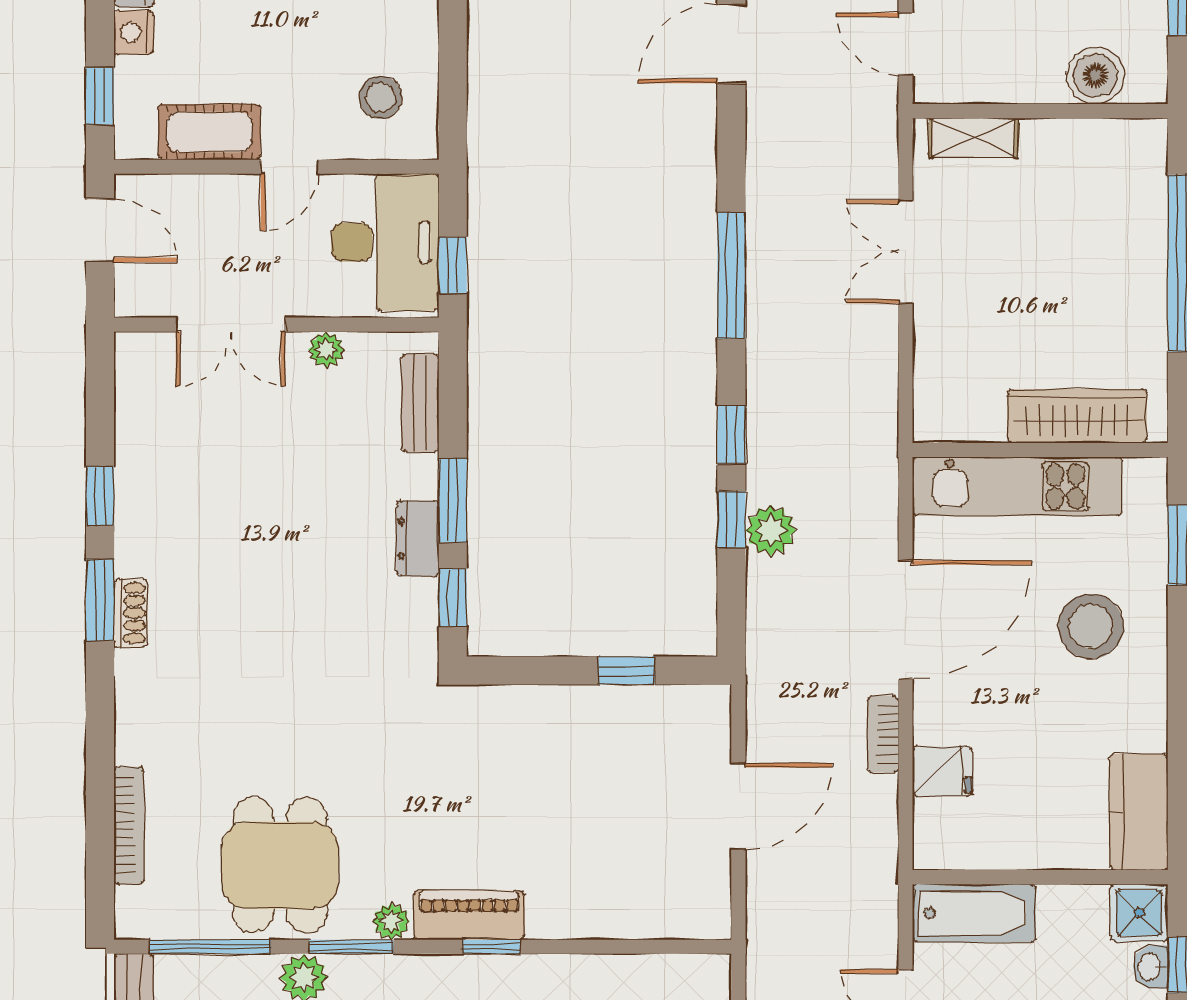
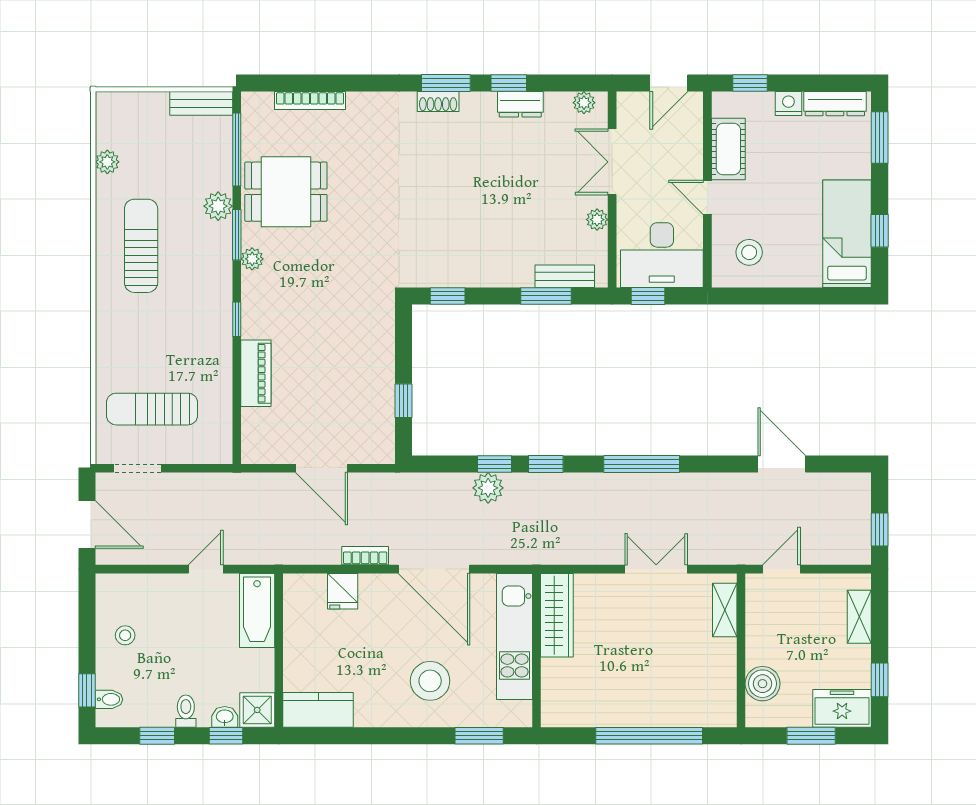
plant: (132, 371) -> (584, 103), added
wardrobe: (1077, 416) -> (557, 615), moved
window: (453, 500) -> (546, 296), moved
dresser: (418, 538) -> (520, 104), moved, turned 180
piano: (469, 915) -> (256, 373), moved

